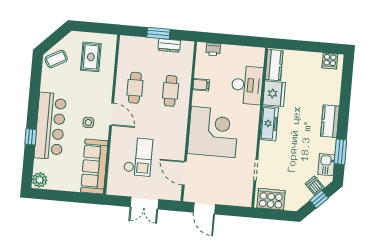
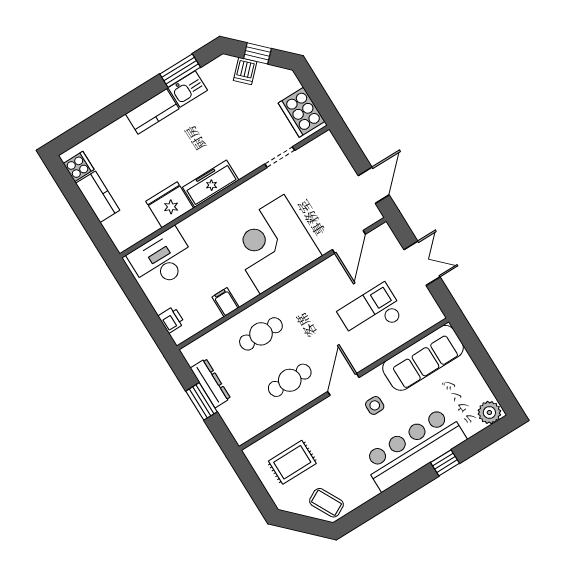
dresser: (169, 45) -> (210, 383), width x1.44
kitchen counter: (274, 65) -> (98, 197), moved, turned 90
desk: (247, 85) -> (162, 259), moved
kitchen sink: (326, 165) -> (188, 89), moved

